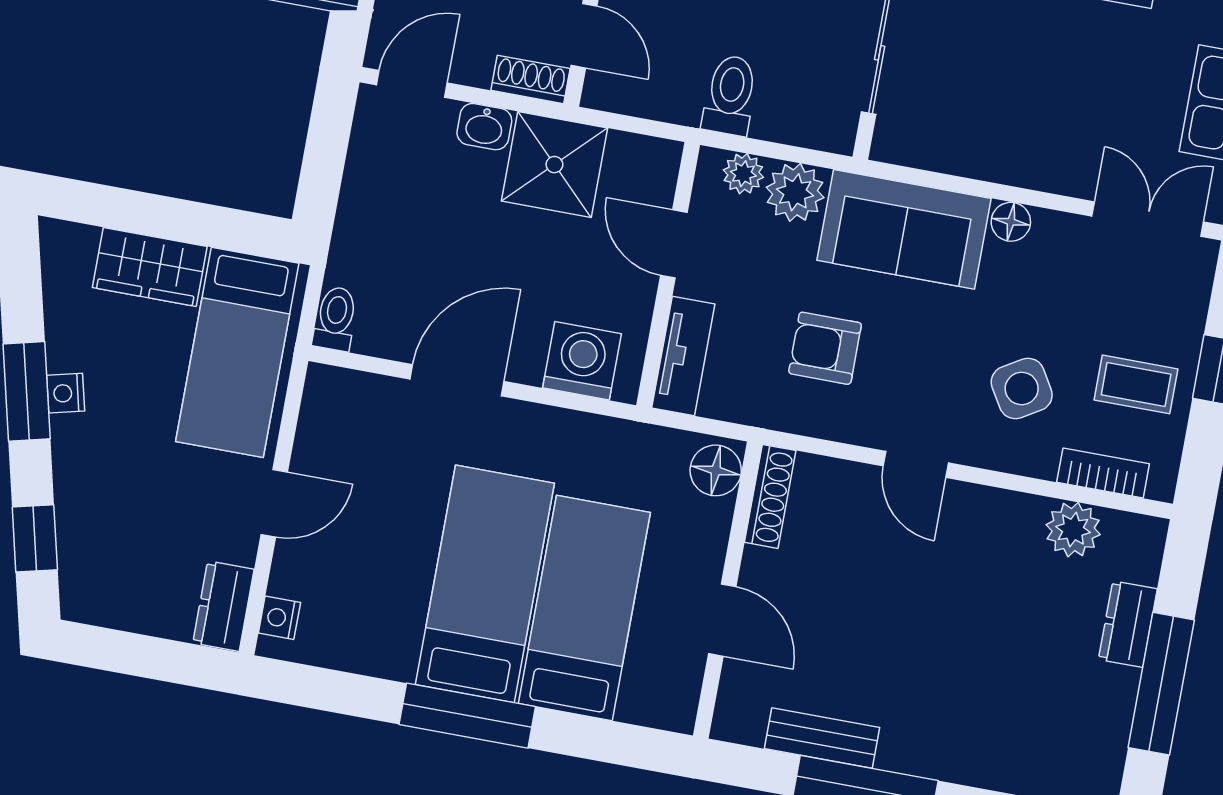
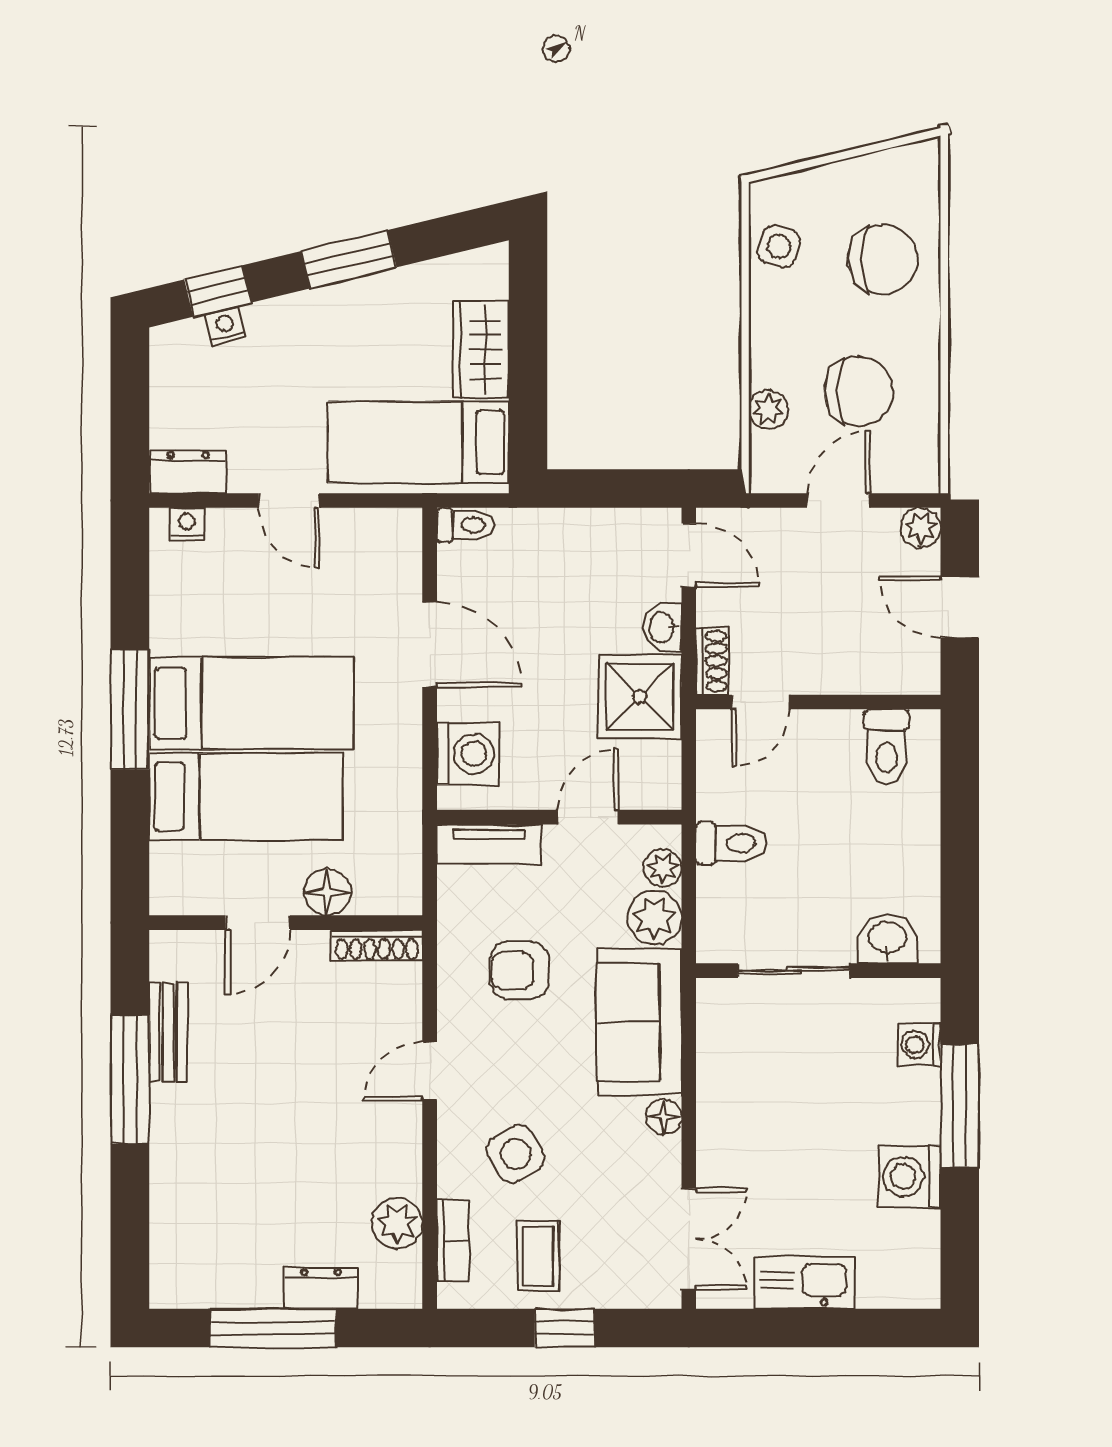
armchair: (825, 348) -> (519, 970), turned -90
nightstand: (66, 393) -> (225, 326), moved
floor lamp: (716, 470) -> (327, 892), moved

